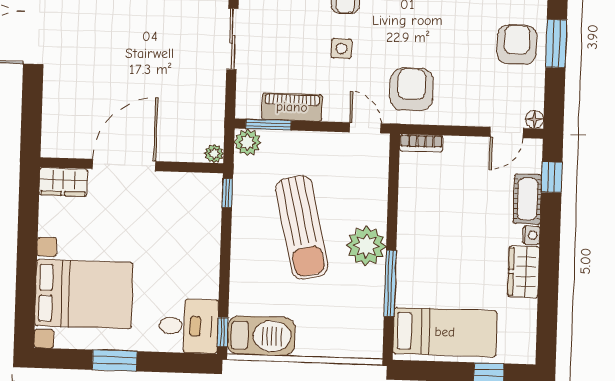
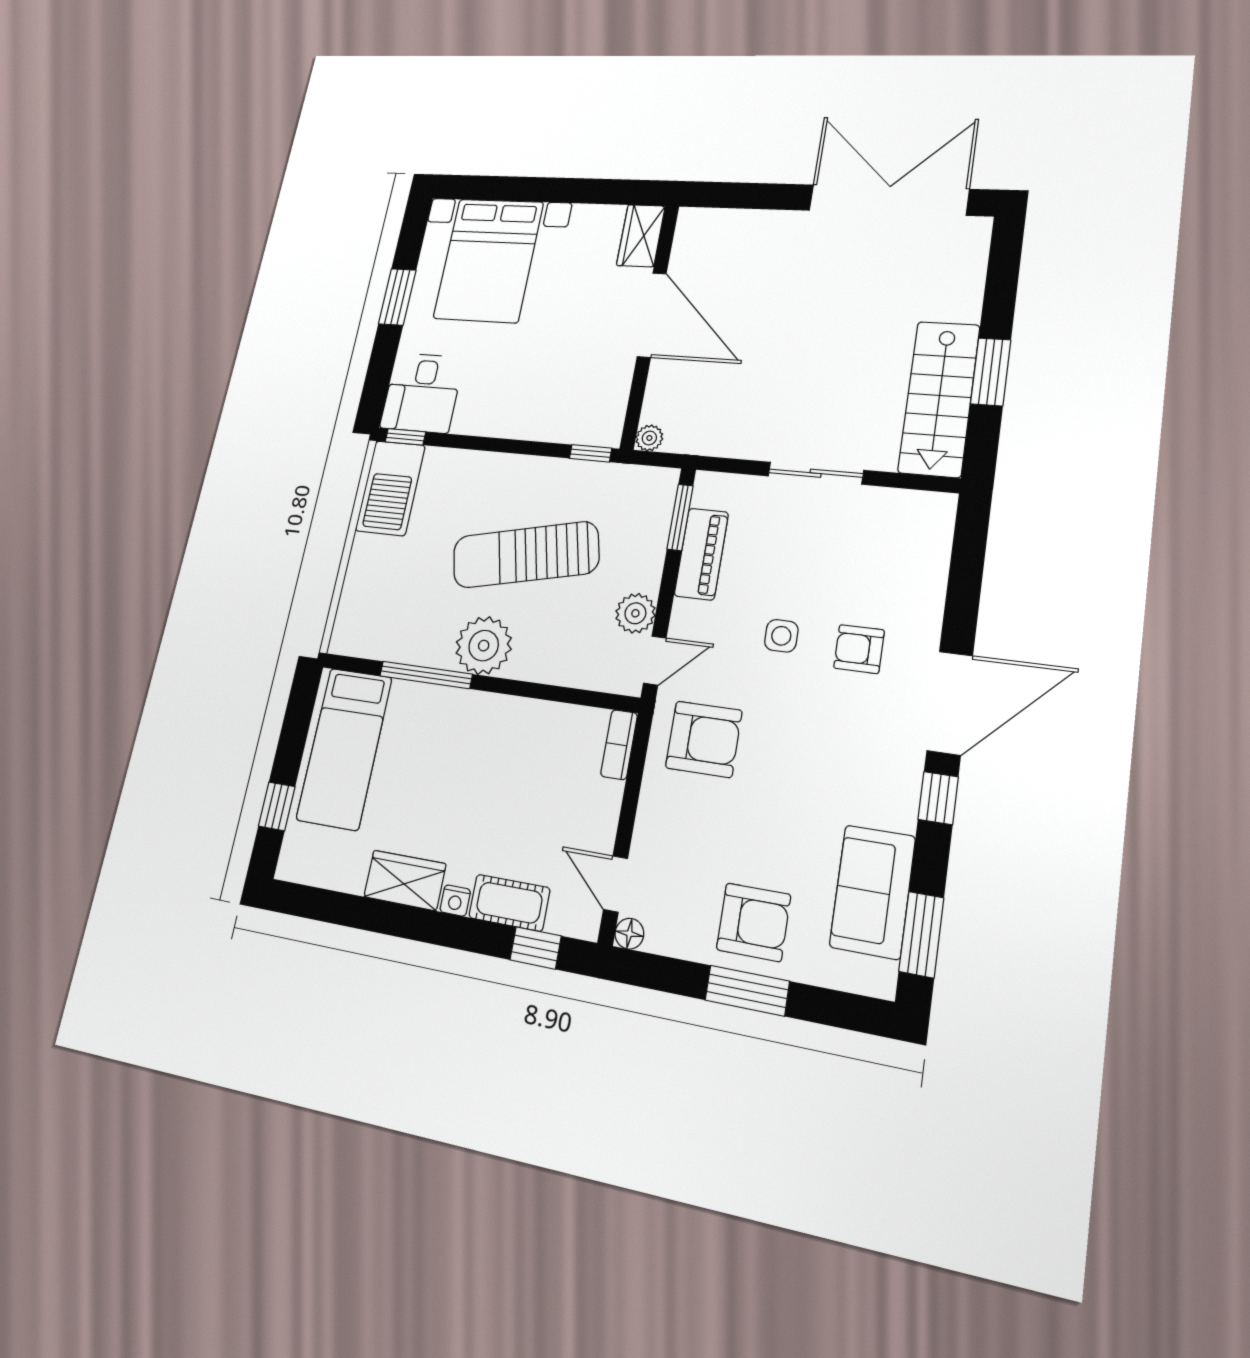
plant: (247, 142) -> (635, 613), moved

